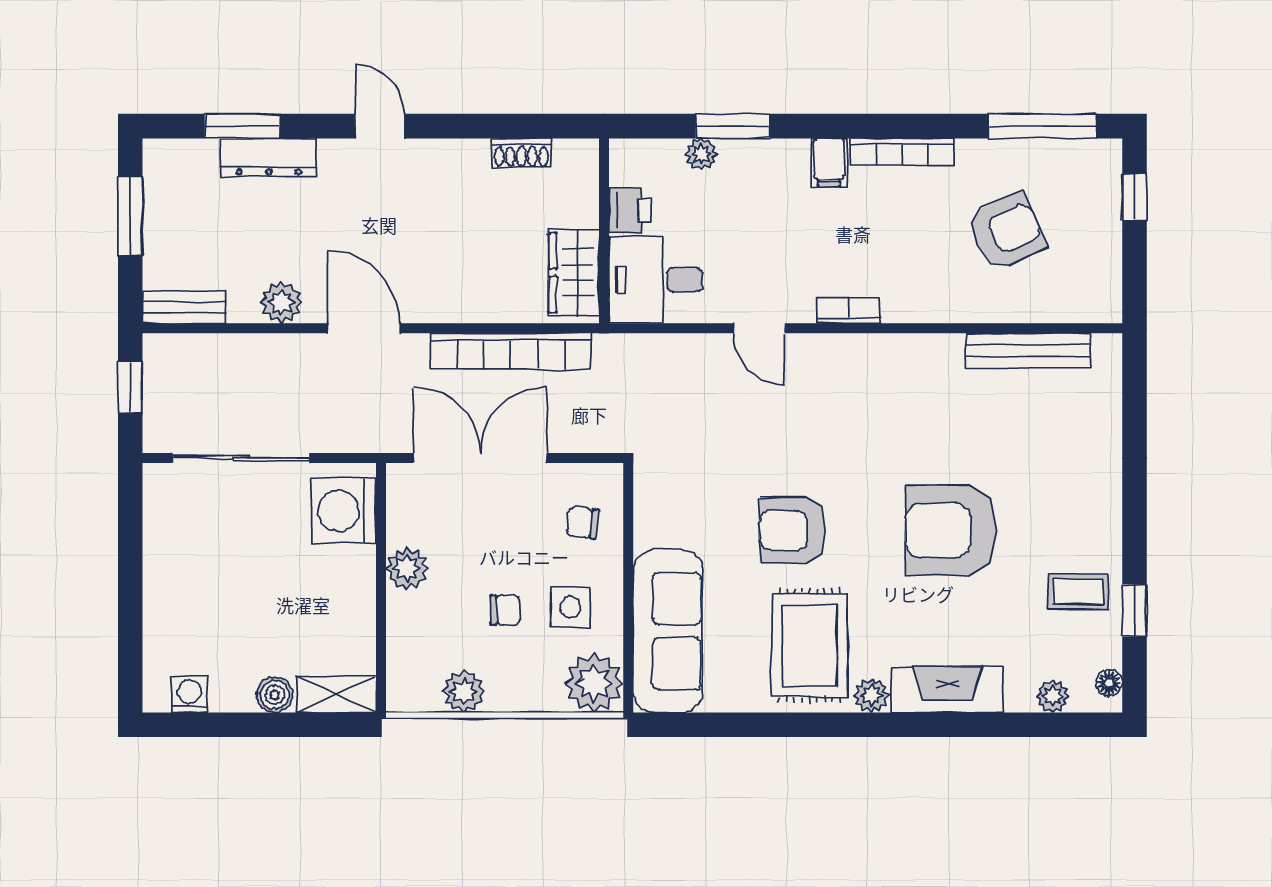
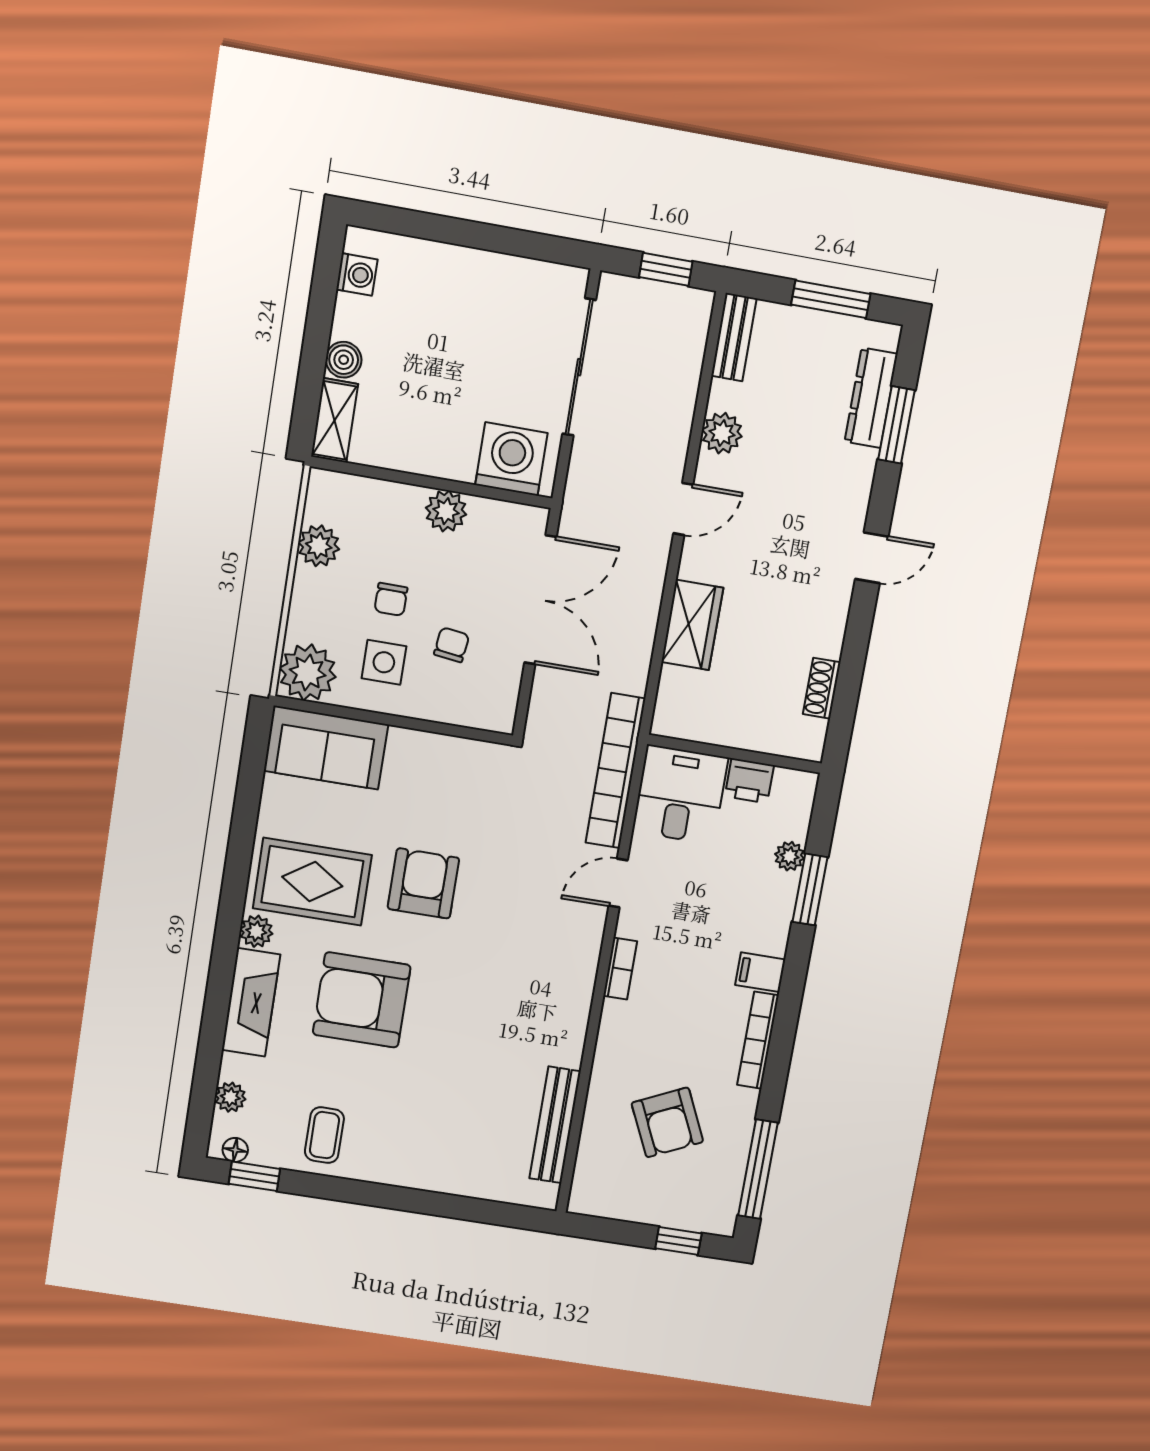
dresser: (269, 157) -> (871, 398), moved
wardrobe: (574, 273) -> (692, 625), moved, turned 90
door: (364, 328) -> (683, 509), width x0.73
bookcase: (511, 351) -> (615, 771), moved
chair: (583, 522) -> (452, 645), moved
armchair: (951, 530) -> (362, 1000), moved, turned -90
window: (1134, 610) -> (254, 1176), moved
sofa: (668, 631) -> (326, 748), width x0.73

